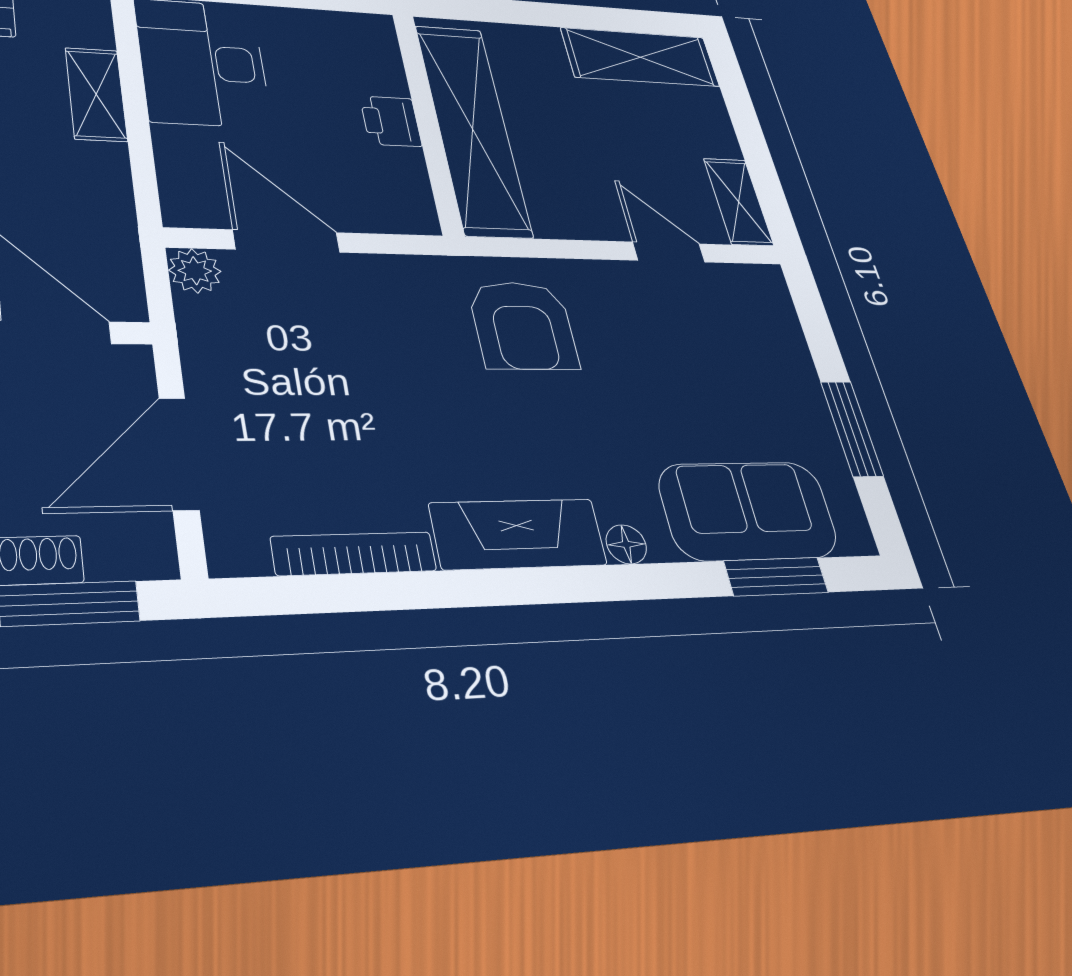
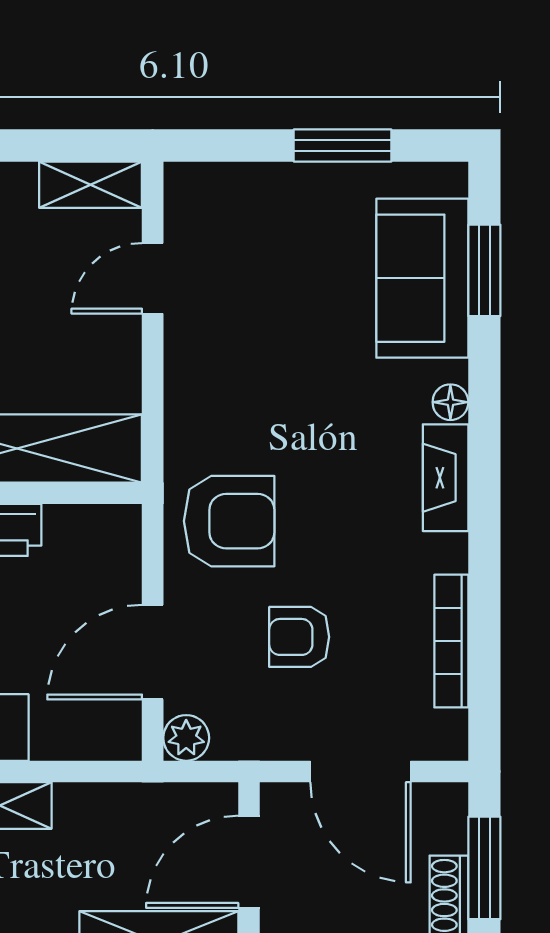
armchair: (523, 325) -> (229, 521), moved
armchair: (329, 387) -> (299, 637), added
fireplace: (518, 534) -> (446, 478), width x0.73, depth x0.76

